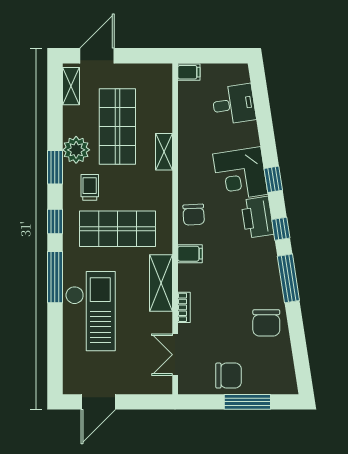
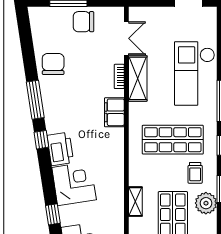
window: (273, 179) -> (53, 214), moved
chair: (194, 215) -> (112, 151), removed
filing cabinet: (190, 254) -> (114, 112), width x2.00
shelving: (161, 283) -> (138, 78), moved

